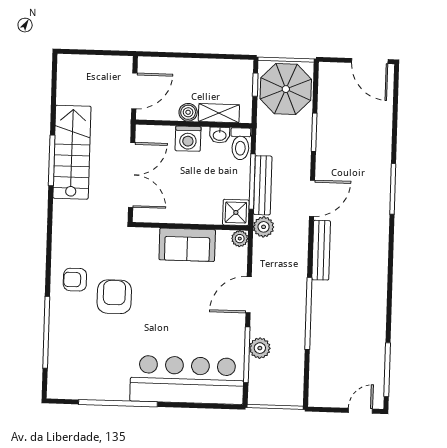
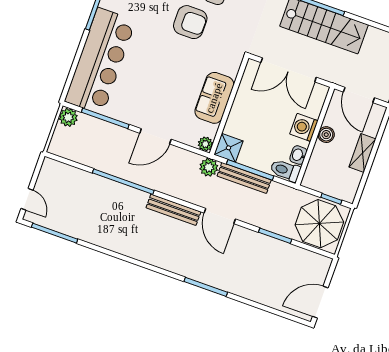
shelving: (219, 113) -> (362, 153), moved
door: (249, 295) -> (155, 136), swing flipped
plant: (260, 348) -> (68, 117), moved

